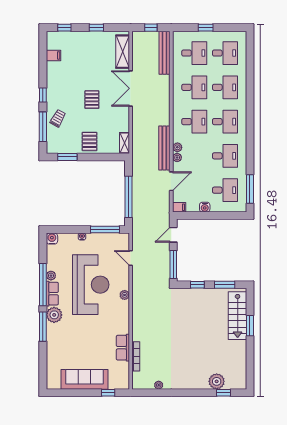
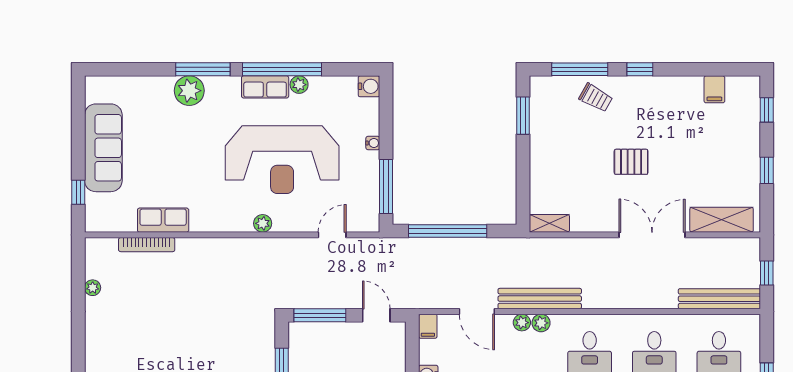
pallet: (90, 141) -> (552, 157), removed
plant: (54, 315) -> (189, 91), moved

